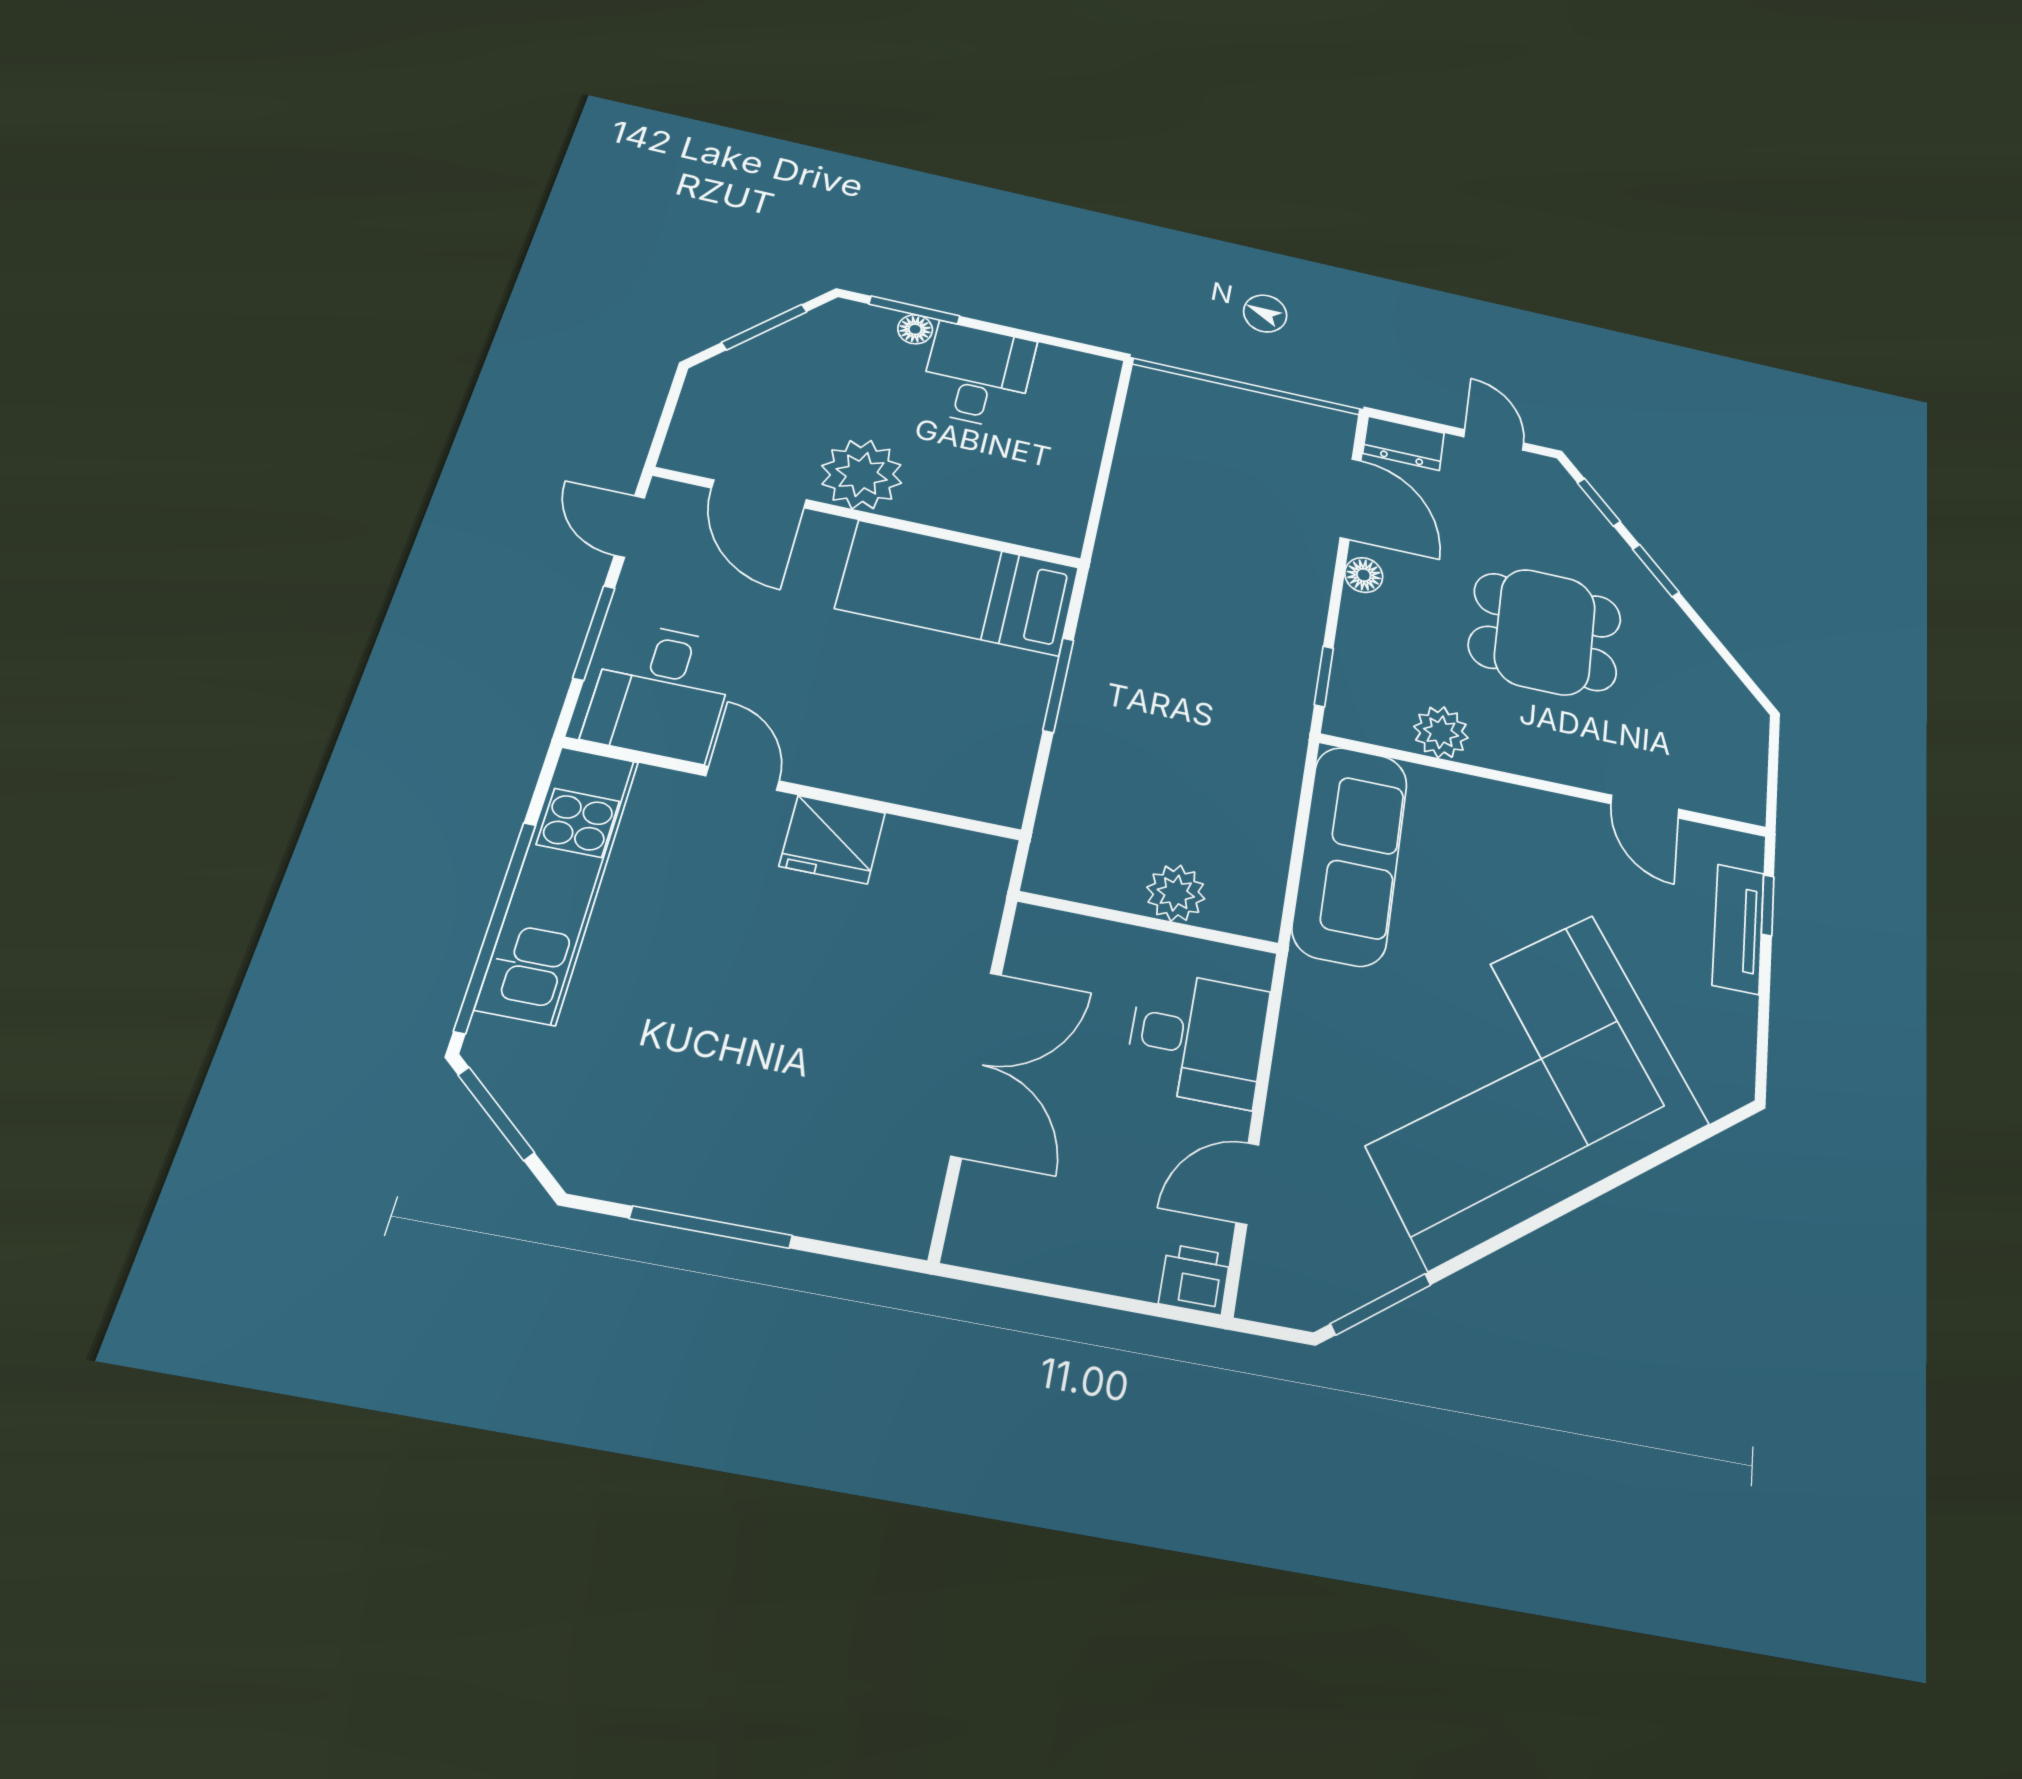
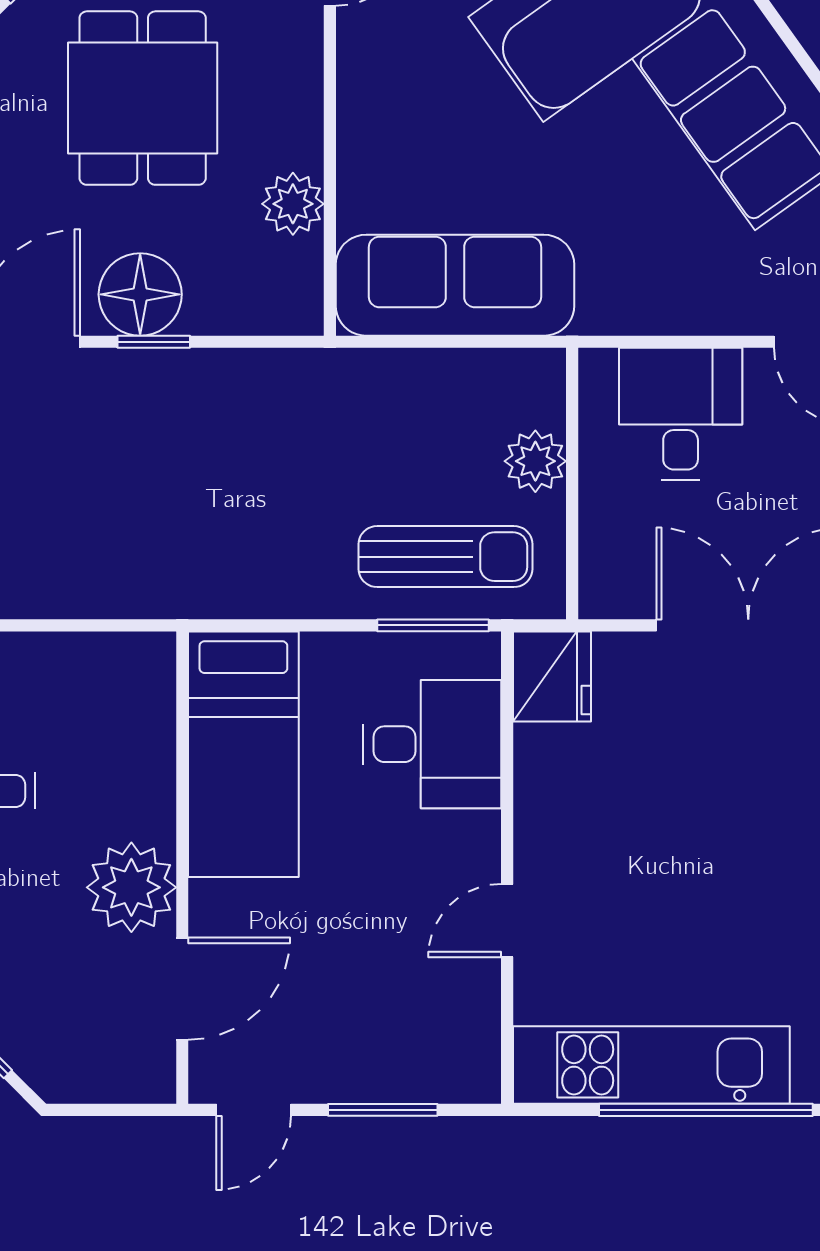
floor lamp: (1364, 575) -> (140, 294), width x1.89, depth x1.89
window: (1324, 676) -> (154, 342), moved
window: (1058, 685) -> (433, 625), moved
desk: (661, 691) -> (432, 744), moved
sun lounger: (1102, 795) -> (446, 557), added
fridge: (832, 839) -> (552, 676), moved

